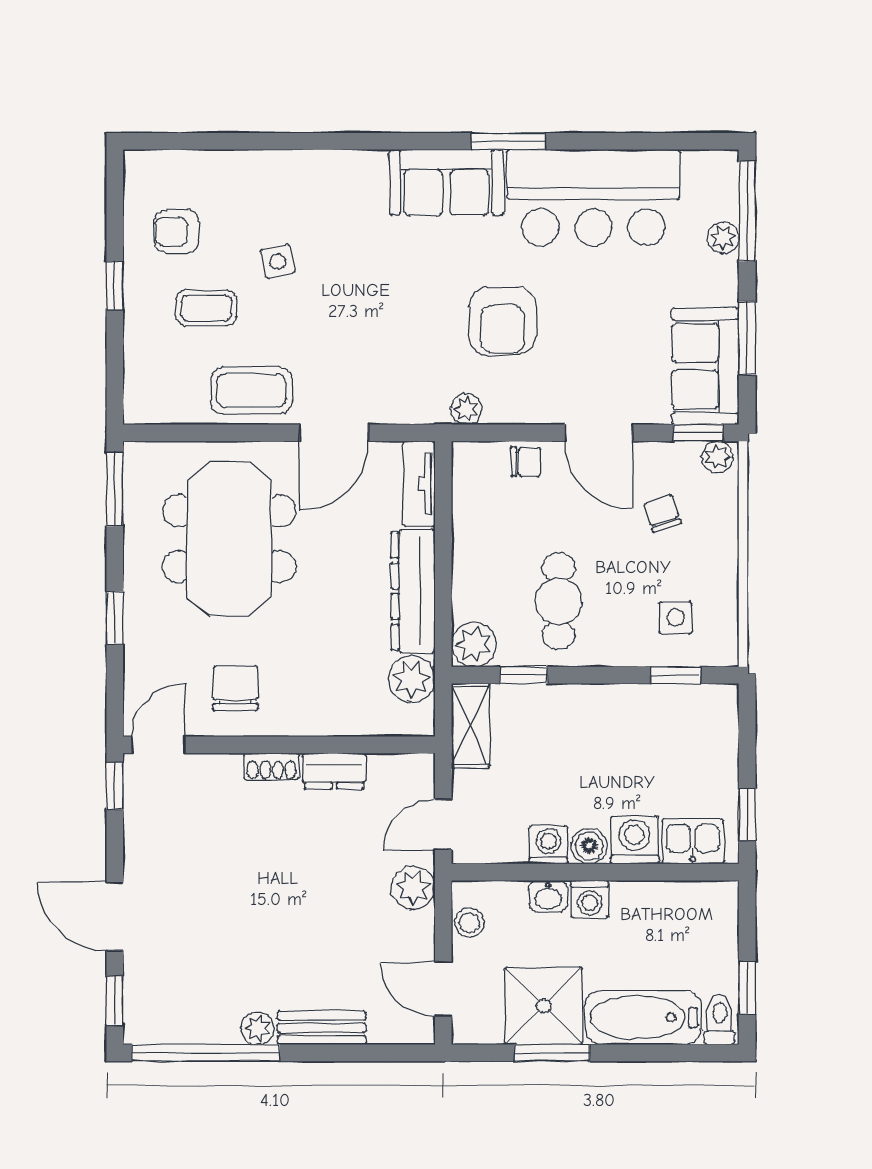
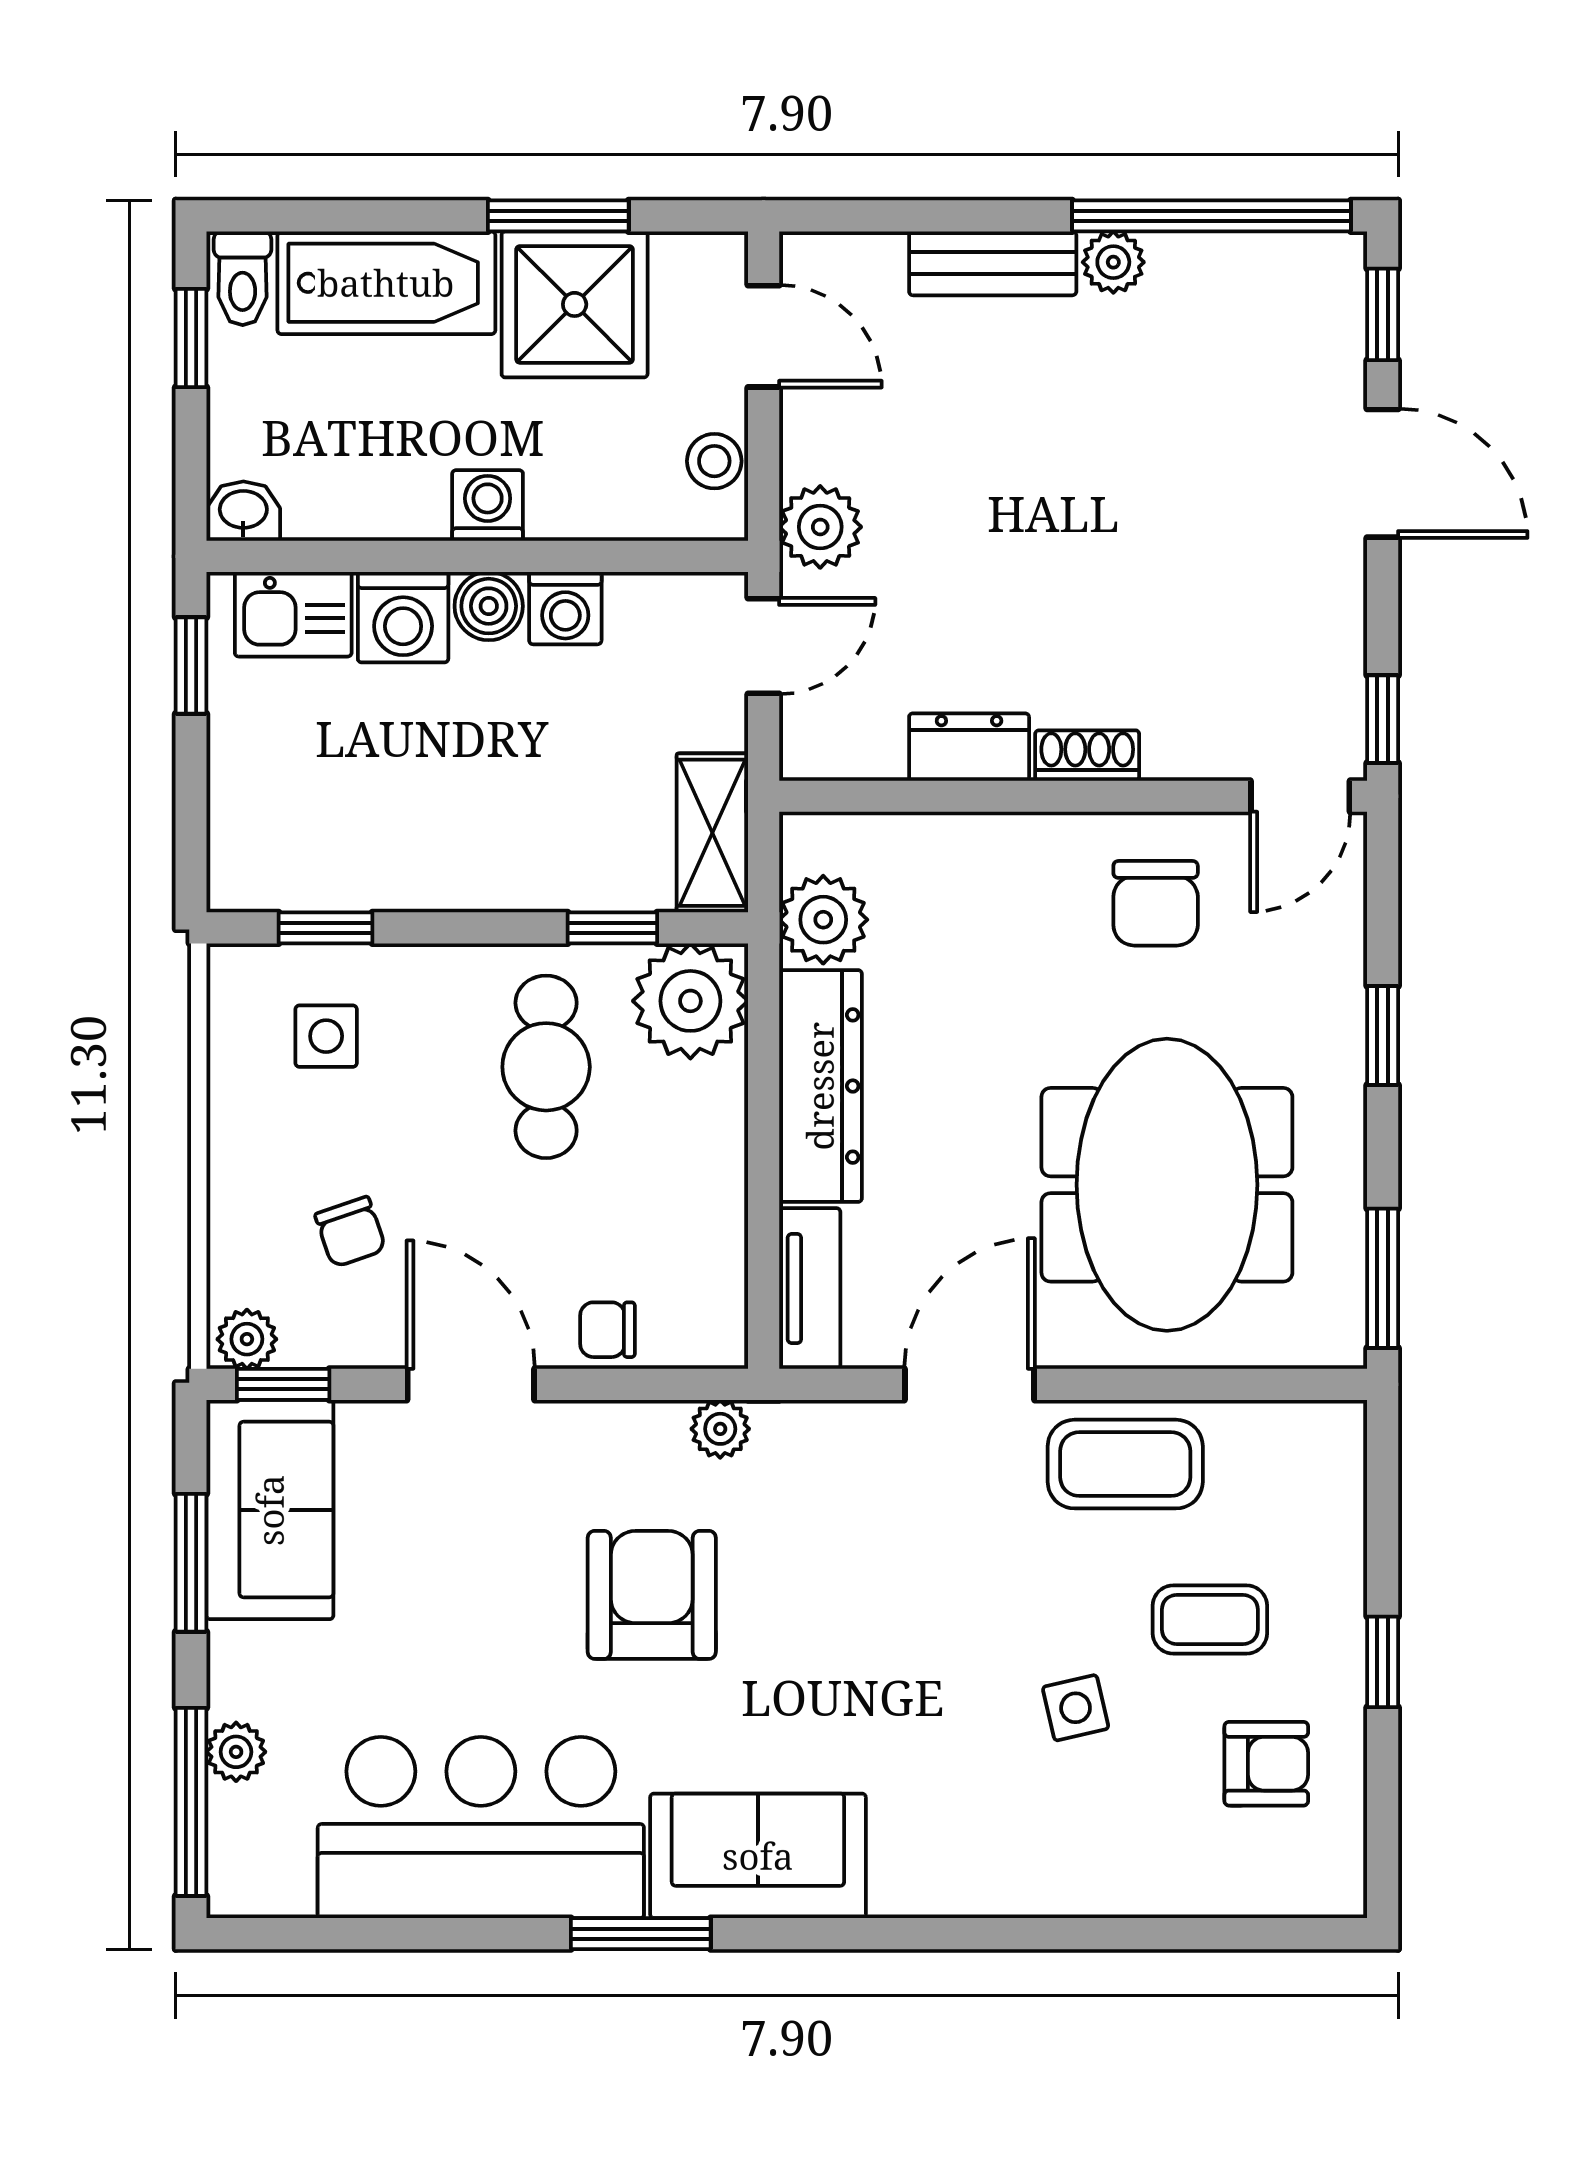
plant: (474, 644) -> (690, 1001), width x1.36, depth x1.36
washbasin: (548, 896) -> (243, 511), moved

